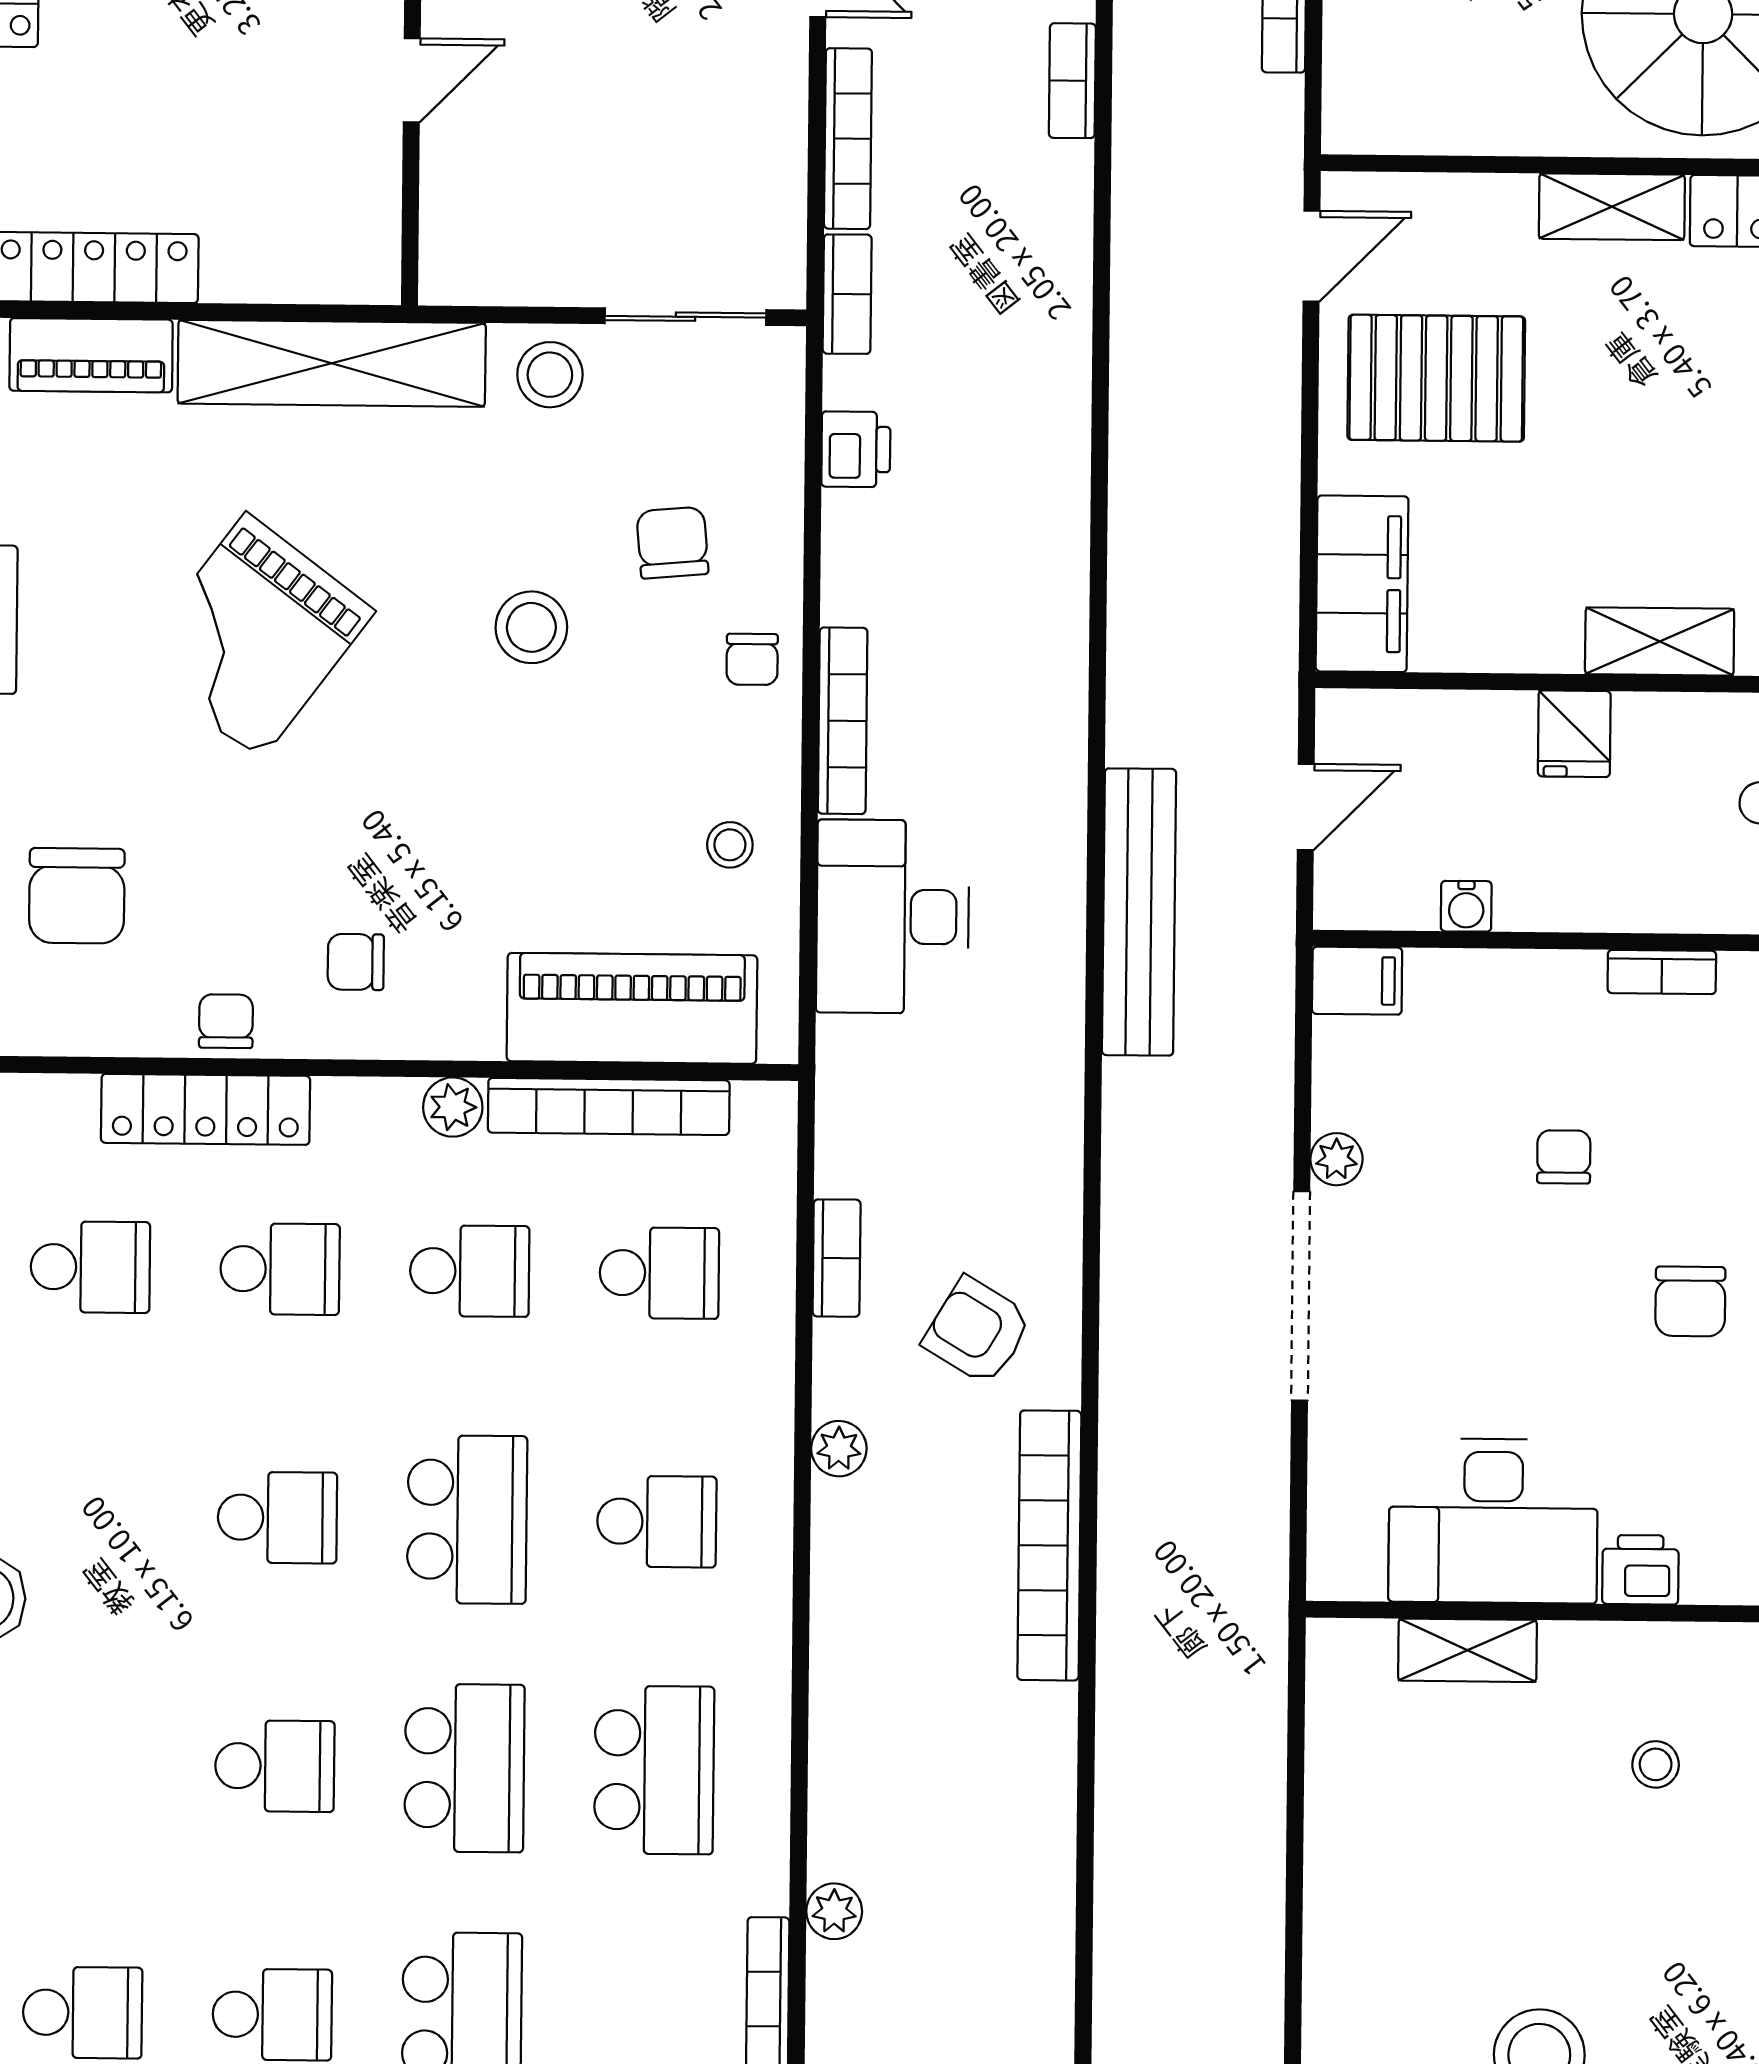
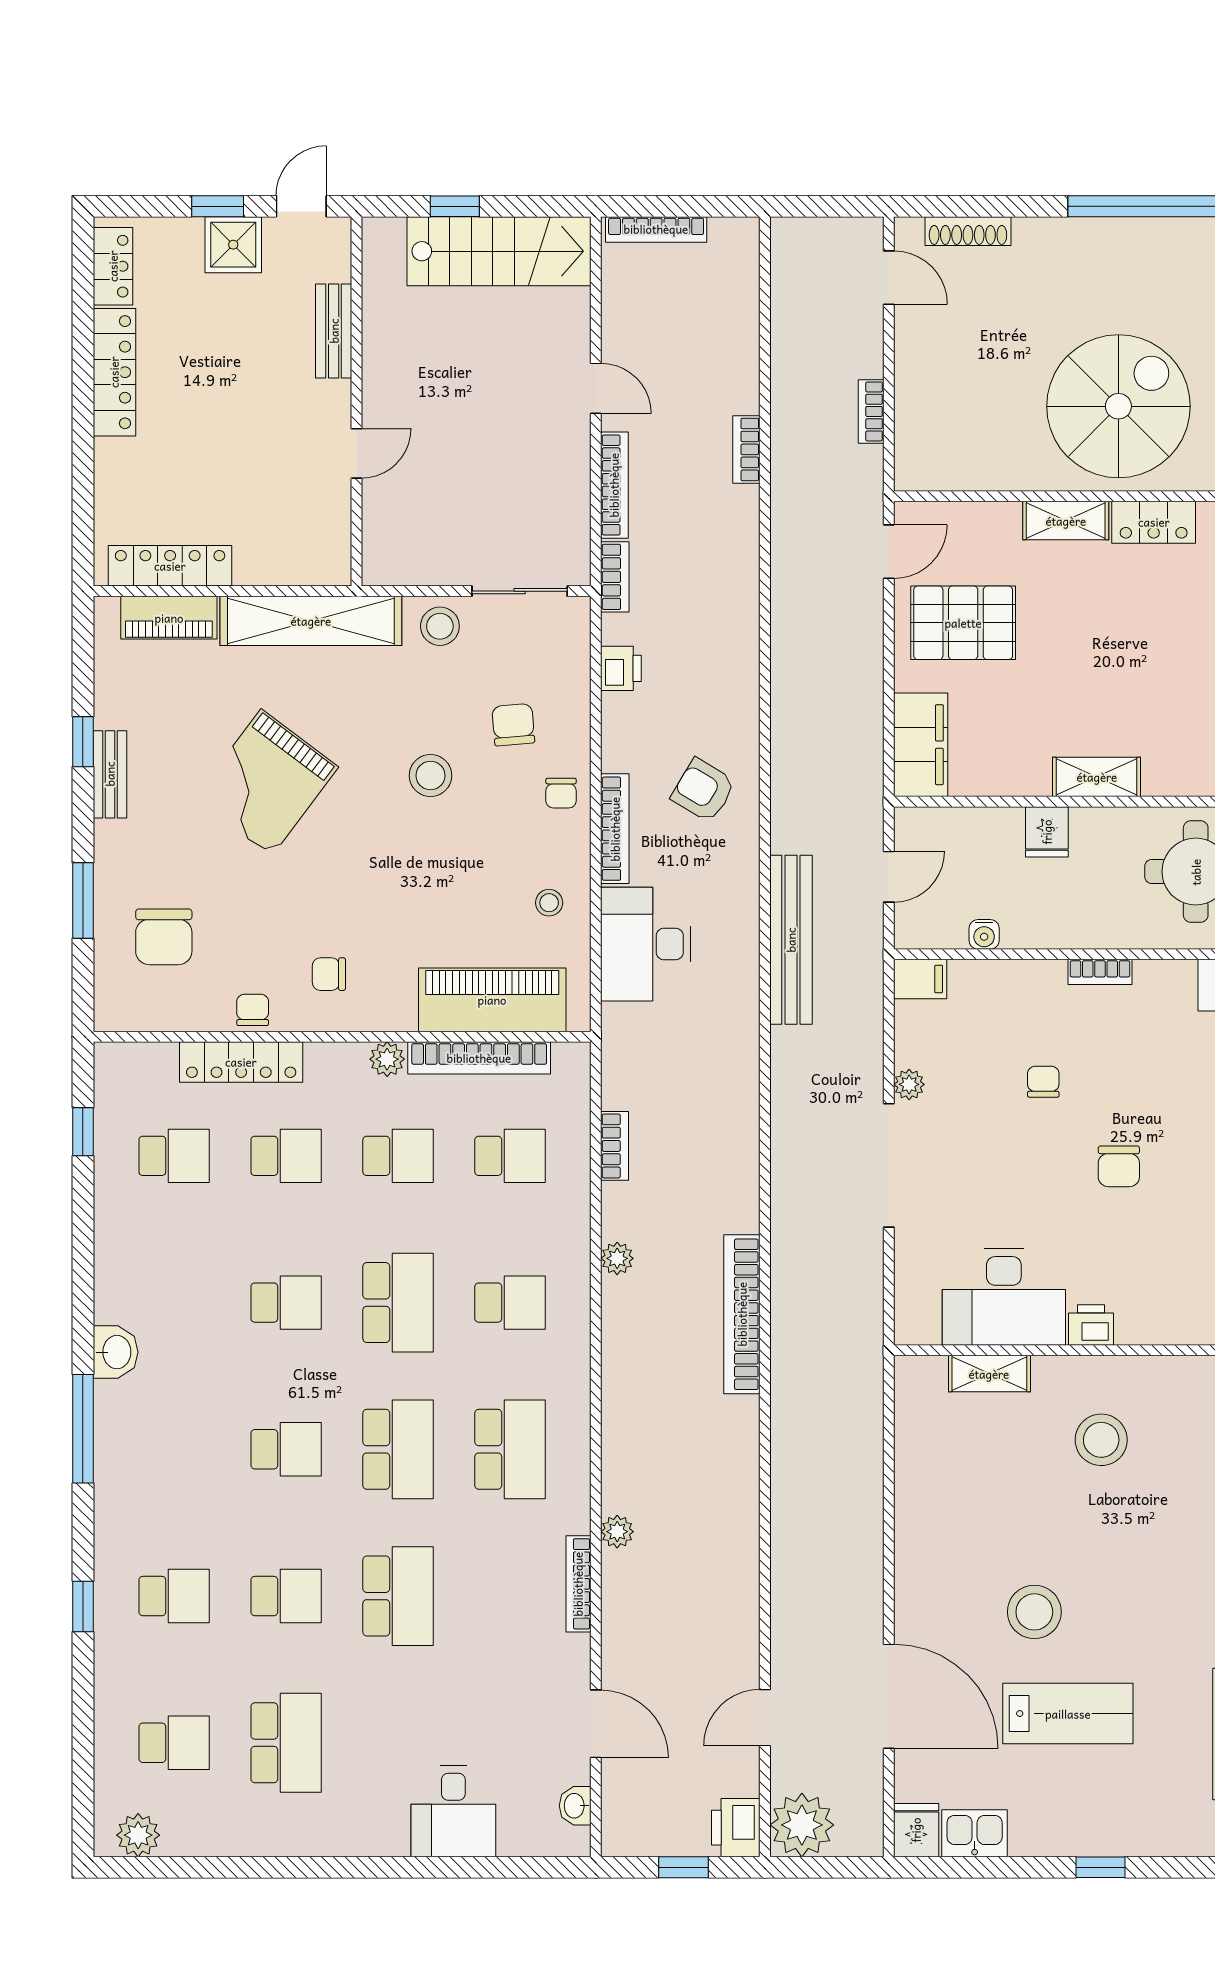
armchair: (978, 1331) -> (703, 790), moved
stool: (1656, 1764) -> (1101, 1440), width x1.89, depth x1.89

